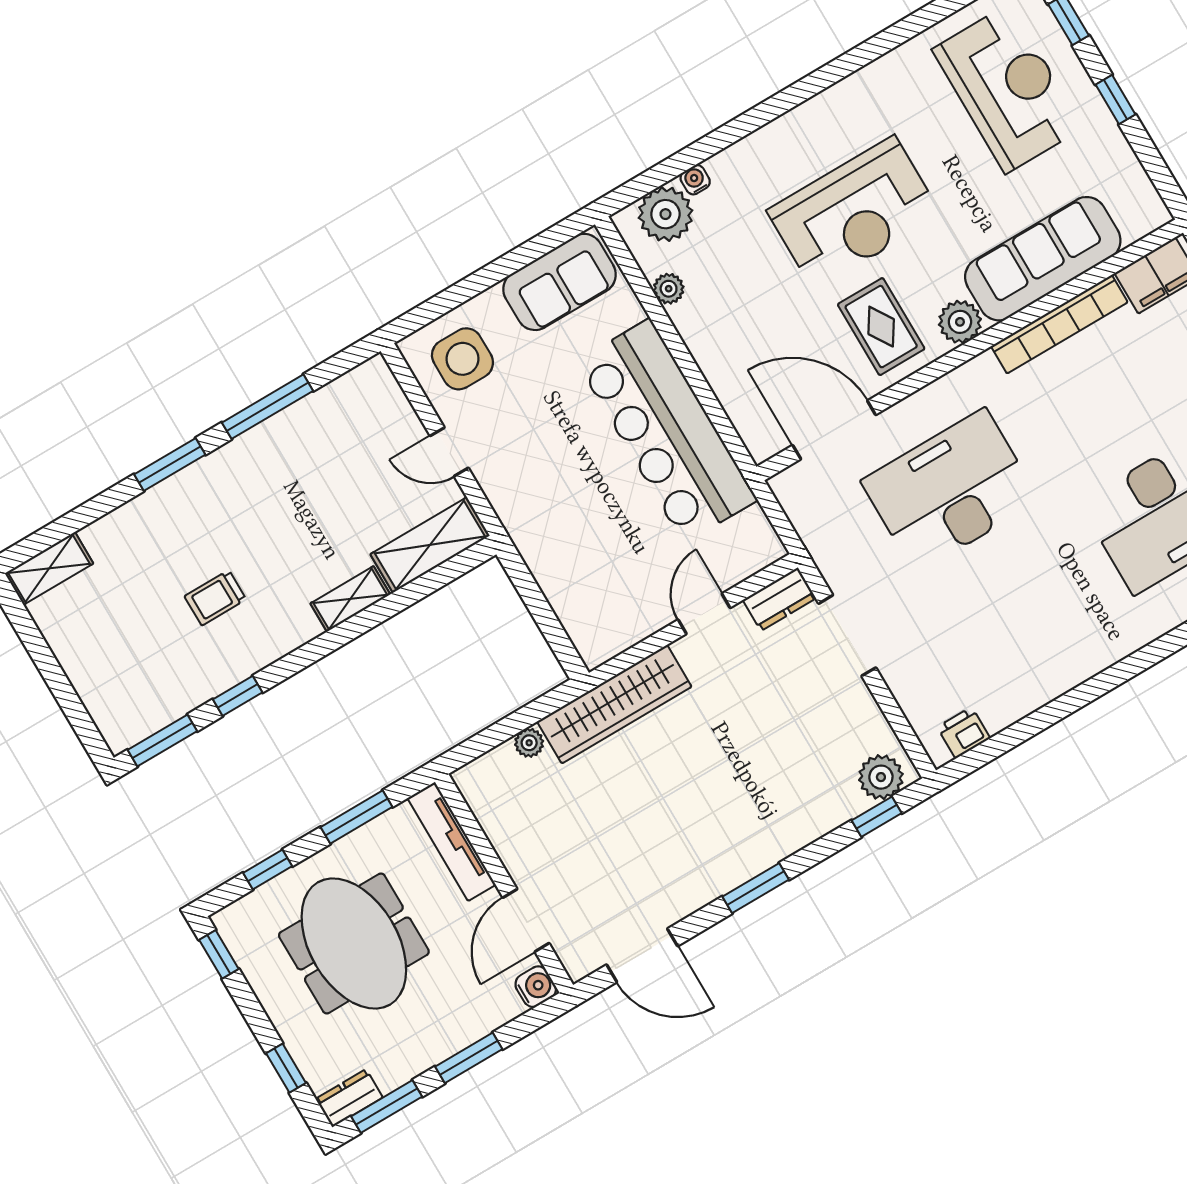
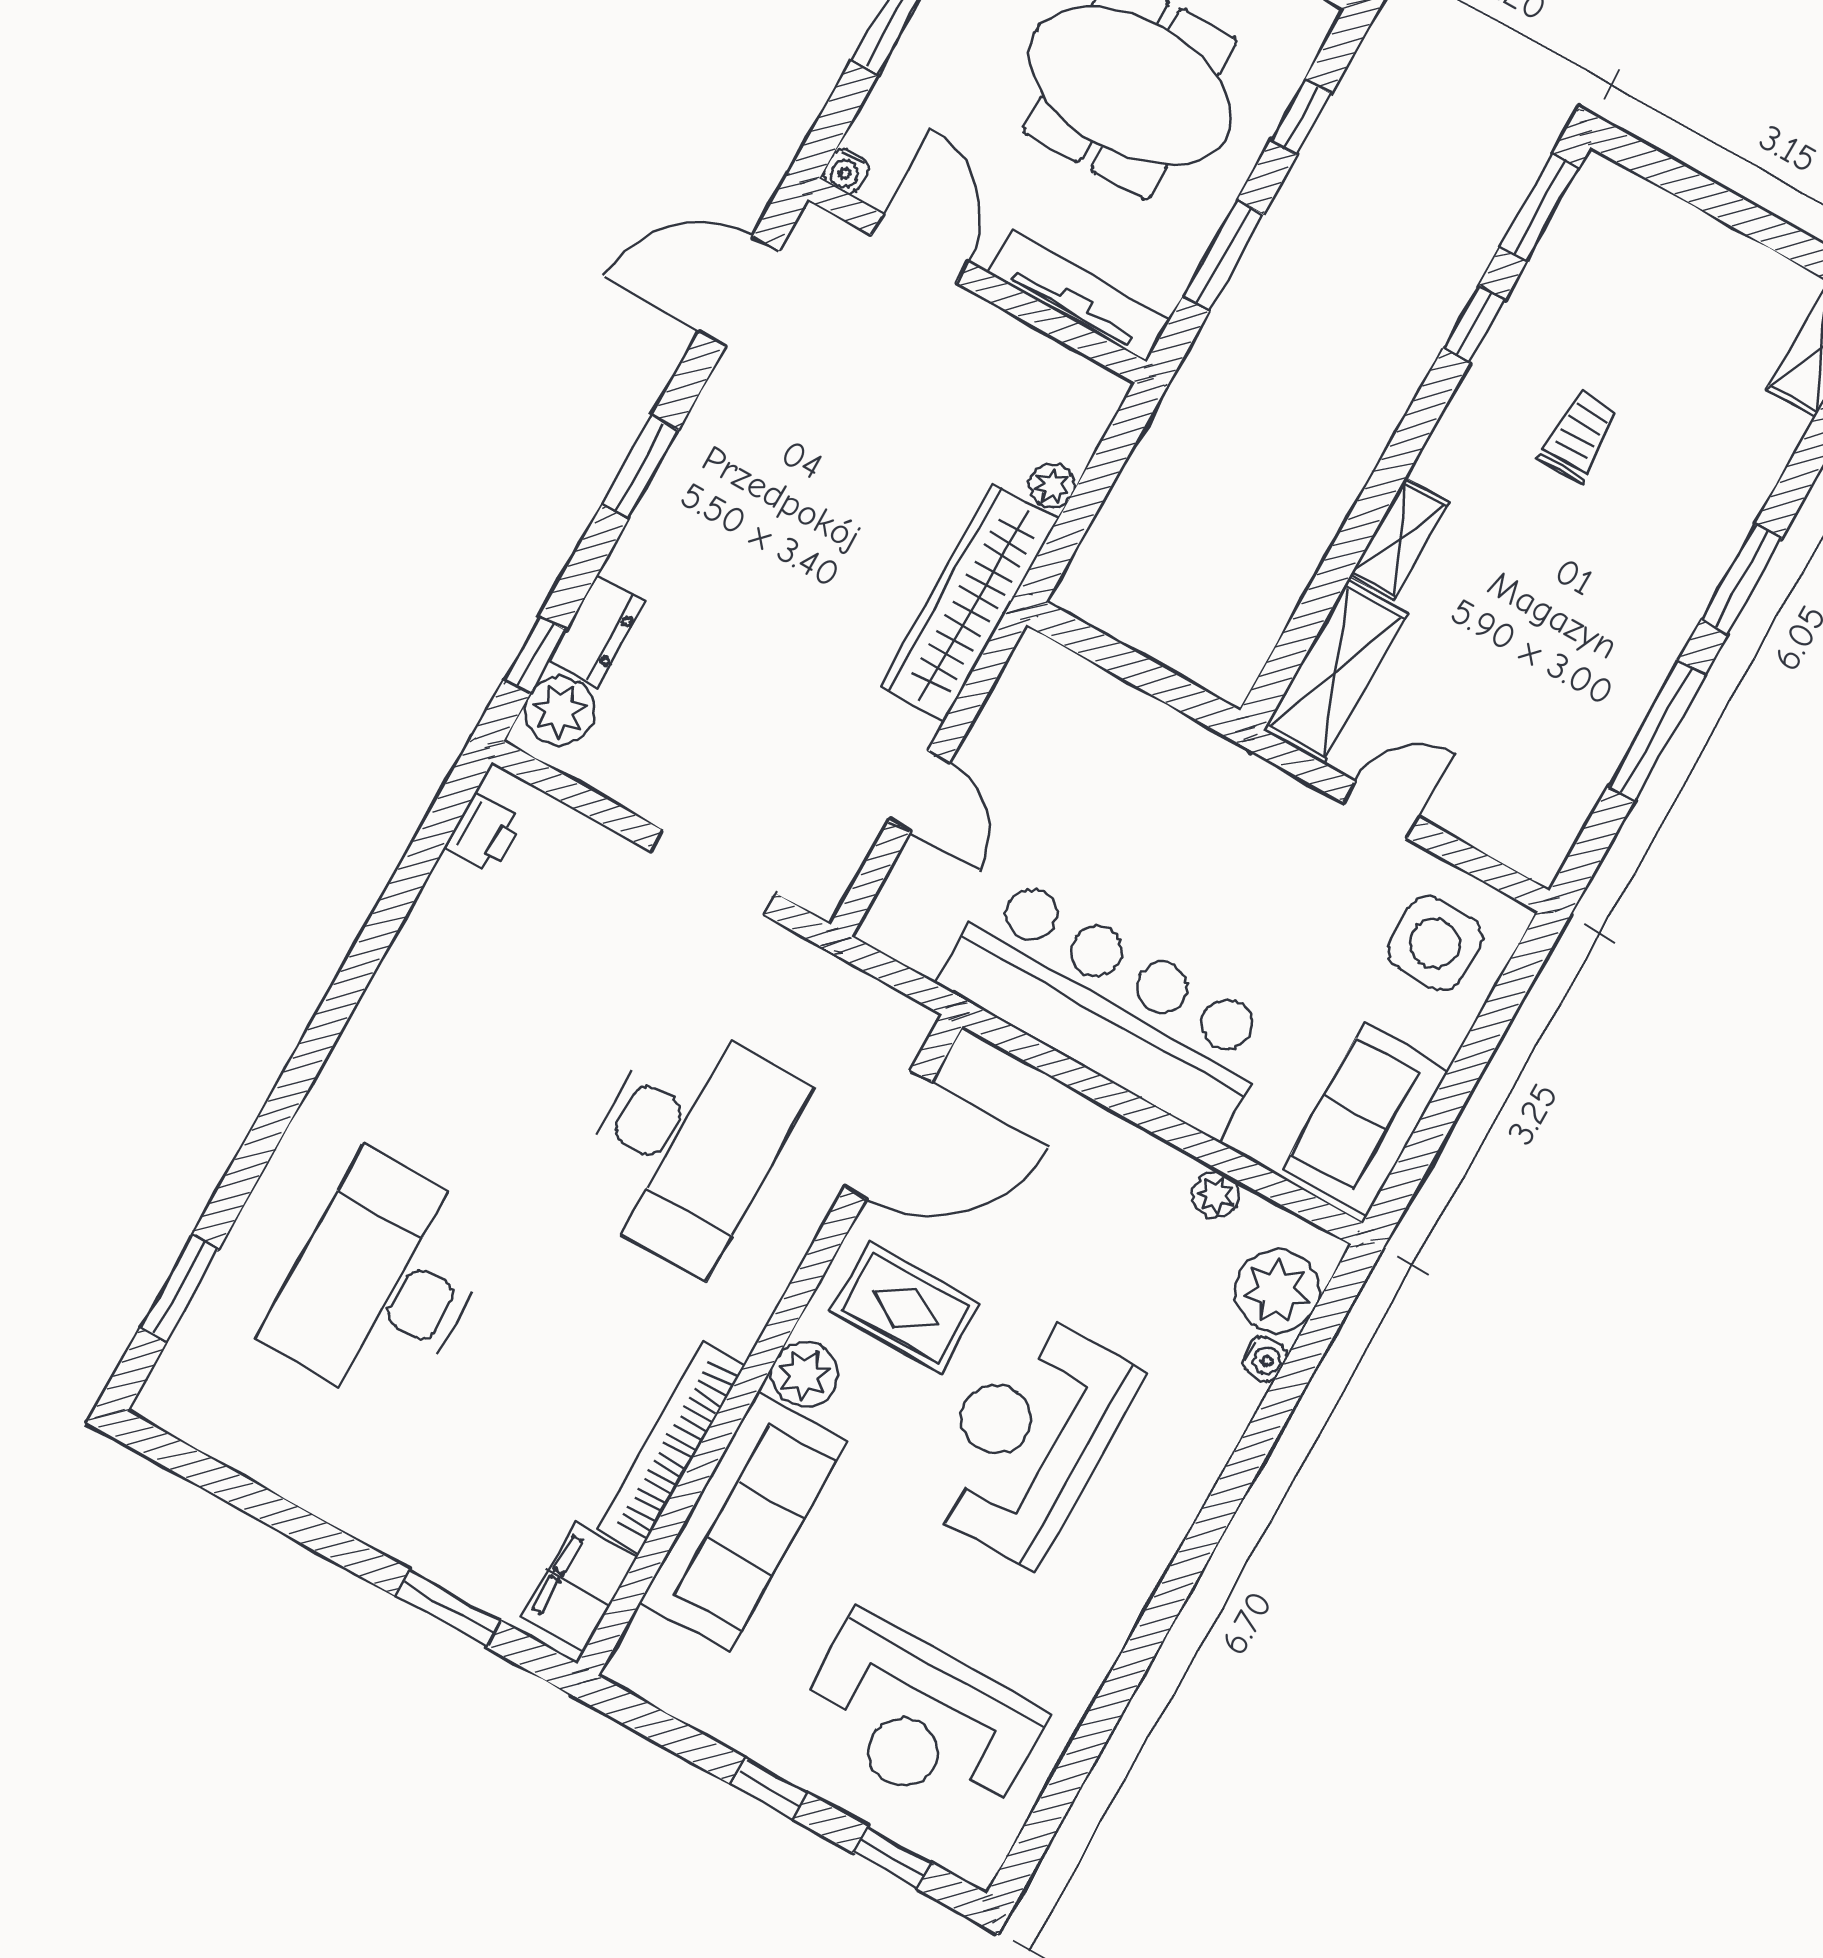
dresser: (779, 599) -> (597, 631), moved, turned 180
water cooler: (536, 987) -> (846, 171), width x0.72, depth x0.72

